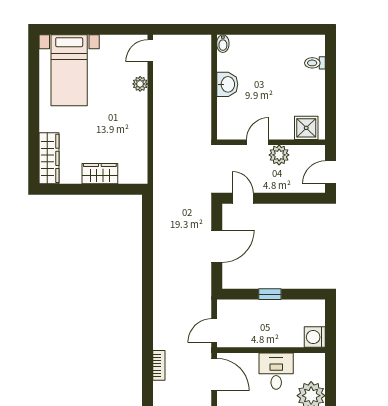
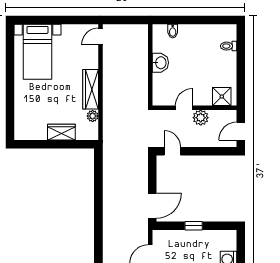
bidet: (223, 44) -> (173, 31), moved
plant: (140, 84) -> (93, 116), moved
wardrobe: (49, 158) -> (91, 89), moved, turned 180
door: (217, 246) -> (152, 206), moved

